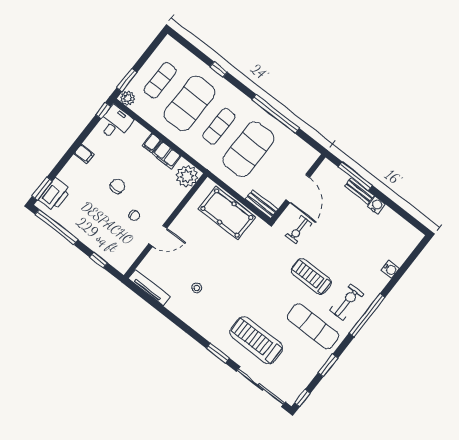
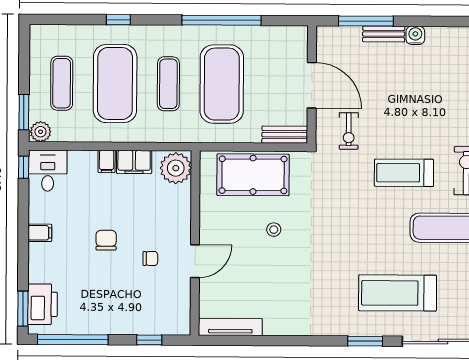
stool: (197, 288) -> (274, 230), moved

